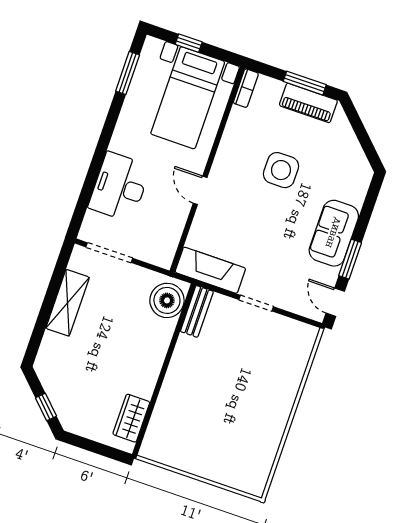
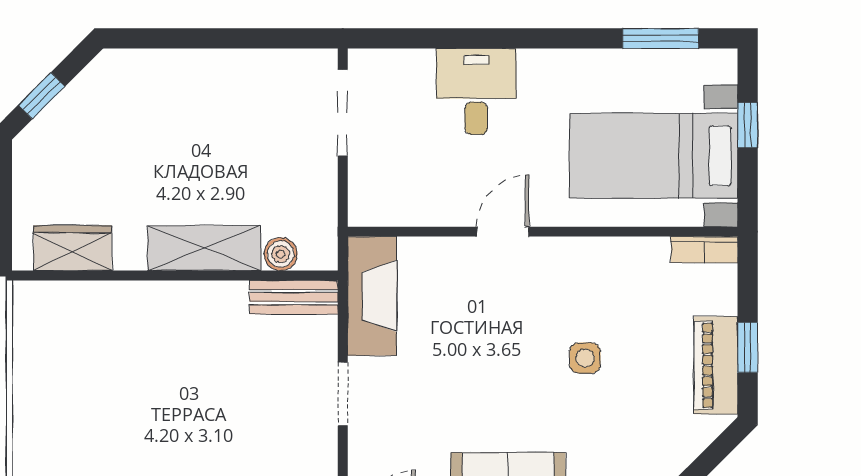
window: (305, 83) -> (748, 347), width x0.67
side table: (281, 170) -> (585, 358), width x0.54, depth x0.54
desk: (119, 187) -> (476, 92), width x0.73
boiler: (167, 300) -> (281, 254), width x0.54, depth x0.54
shelving: (68, 303) -> (204, 248), moved

